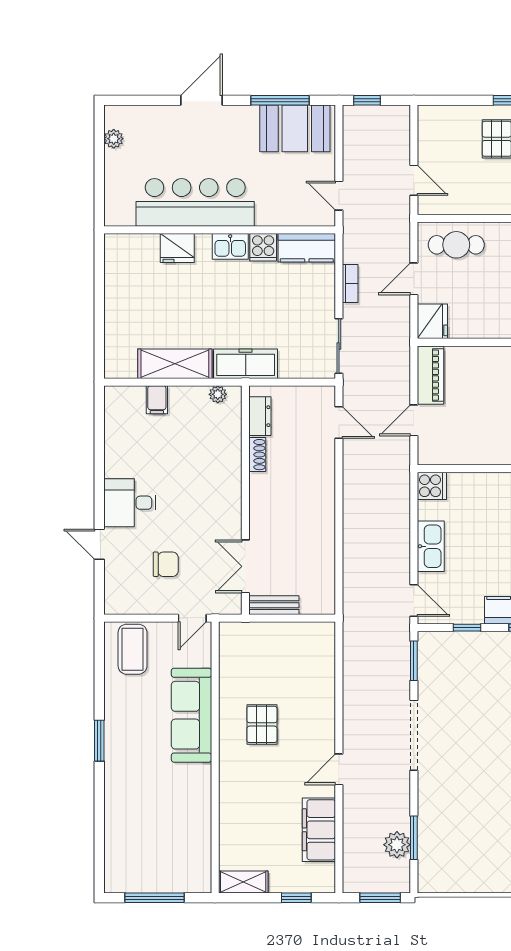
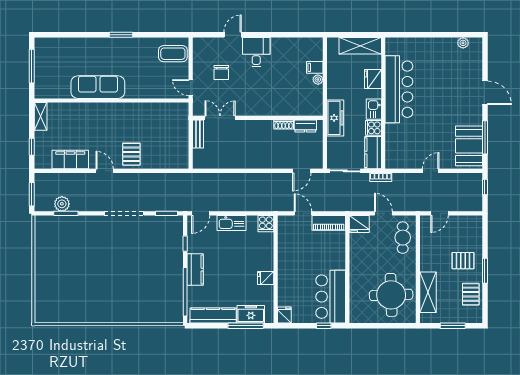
bar counter: (195, 202) -> (399, 89), moved
wall: (220, 230) -> (383, 103), moved
kitchen sink: (230, 246) -> (374, 109), moved
cooker: (263, 247) -> (373, 128), moved
fridge: (177, 248) -> (373, 79), moved
kitchen counter: (307, 248) -> (373, 153), moved
shelving: (175, 364) -> (360, 46), moved, turned 90
plant: (218, 394) -> (318, 80), moved
sofa: (191, 715) -> (98, 87), moved
pallet: (262, 724) -> (131, 154), moved, turned 90

